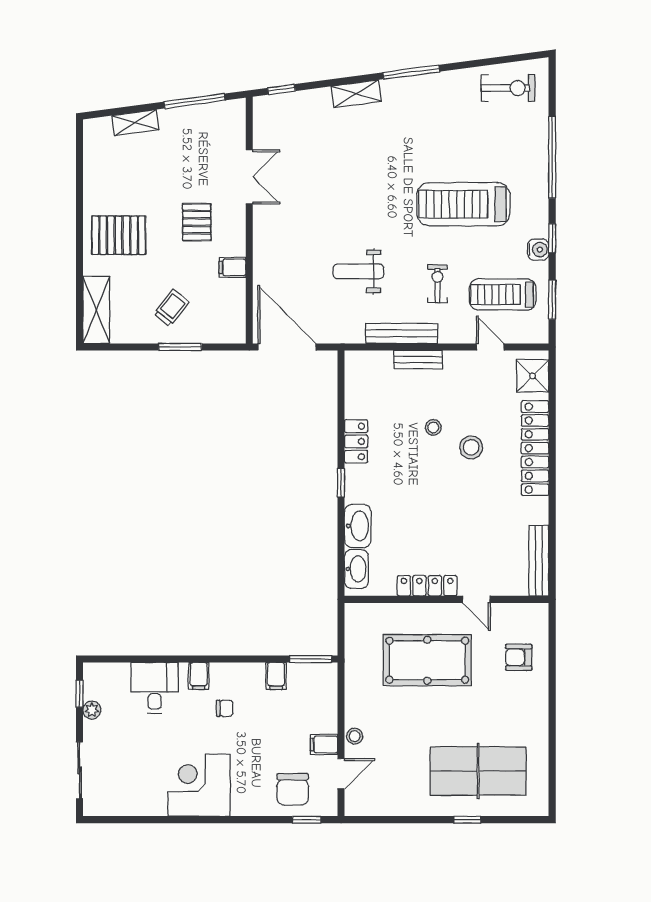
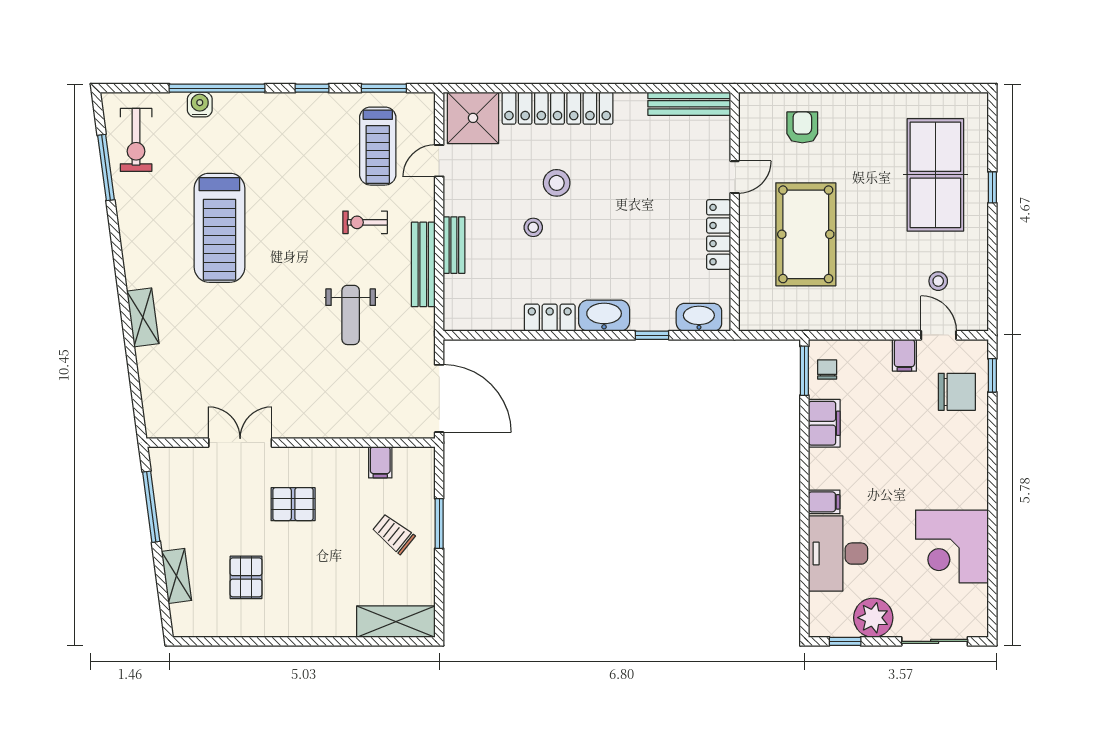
window: (411, 72) -> (106, 168), moved
exercise bike: (508, 88) -> (136, 140), turned 180
window: (281, 89) -> (138, 405), removed
treadmill: (463, 204) -> (219, 228), moved
pallet: (119, 235) -> (246, 577), moved, width x0.67, depth x0.71
water cooler: (538, 250) -> (200, 105), moved
filing cabinet: (232, 267) -> (380, 462), moved
door: (287, 347) -> (439, 398), swing flipped
shower: (533, 376) -> (473, 118), width x1.36, depth x1.36
window: (341, 483) -> (652, 335), moved
washbasin: (358, 526) -> (604, 316), moved
armchair: (519, 657) -> (802, 127), turned 180
filing cabinet: (276, 676) -> (824, 423), width x2.00
desk: (155, 688) -> (838, 554), width x1.37
chair: (225, 708) -> (827, 369), moved
plant: (92, 710) -> (873, 618), width x1.87, depth x1.87
stool: (355, 736) -> (938, 281), moved
corner desk: (199, 785) -> (952, 546), moved

